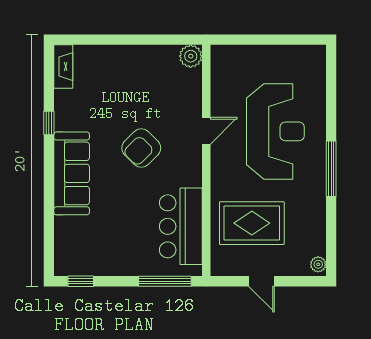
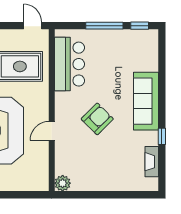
fireplace: (63, 67) -> (152, 162), moved
window: (165, 281) -> (104, 26), moved
door: (262, 281) -> (33, 26), moved

